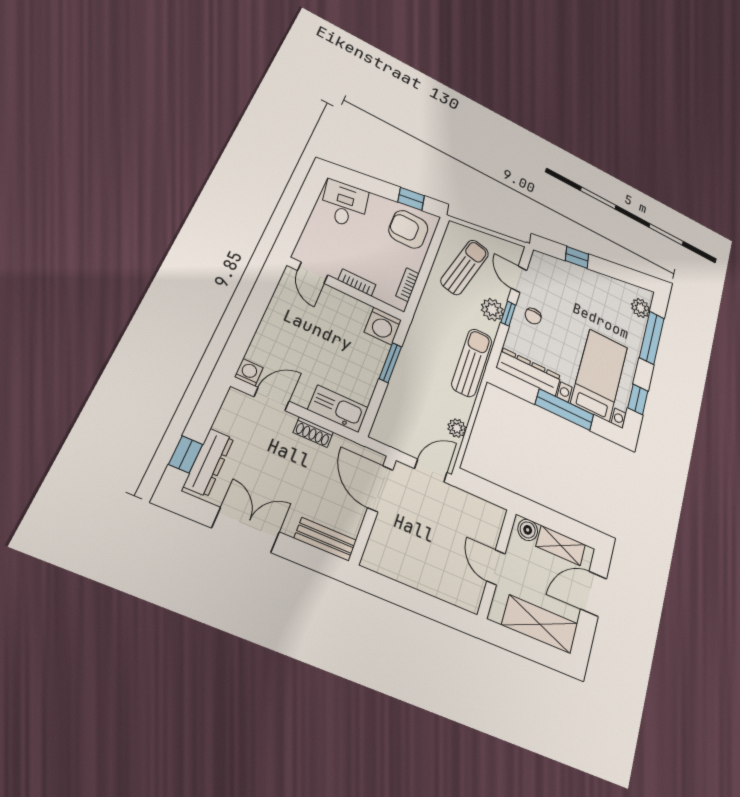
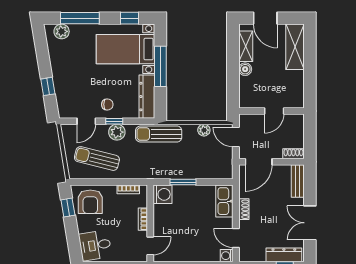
shoe rack: (373, 551) -> (293, 154), added
wall: (497, 563) -> (271, 111), moved
door: (496, 567) -> (274, 111), moved

